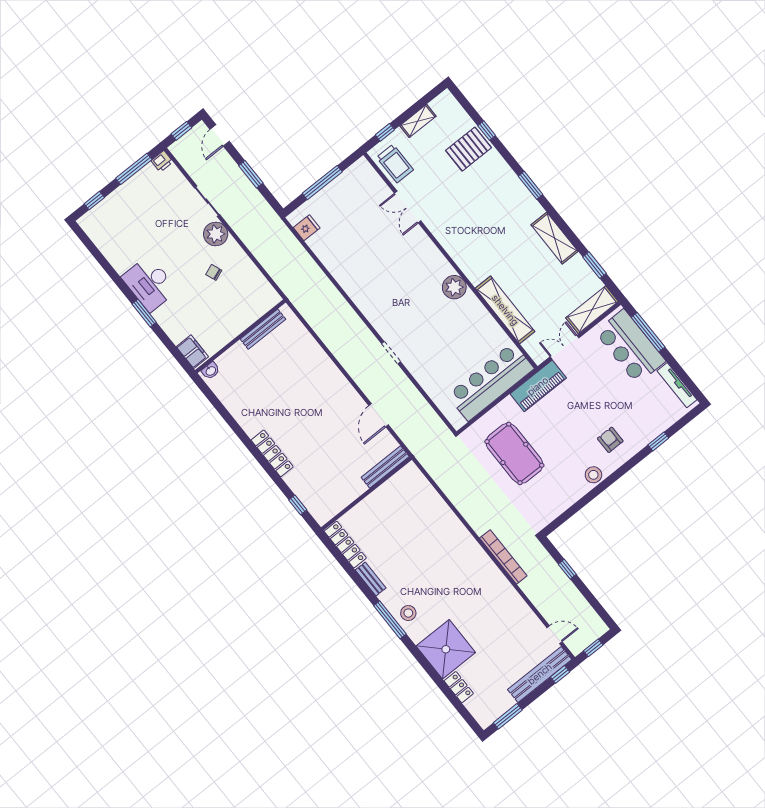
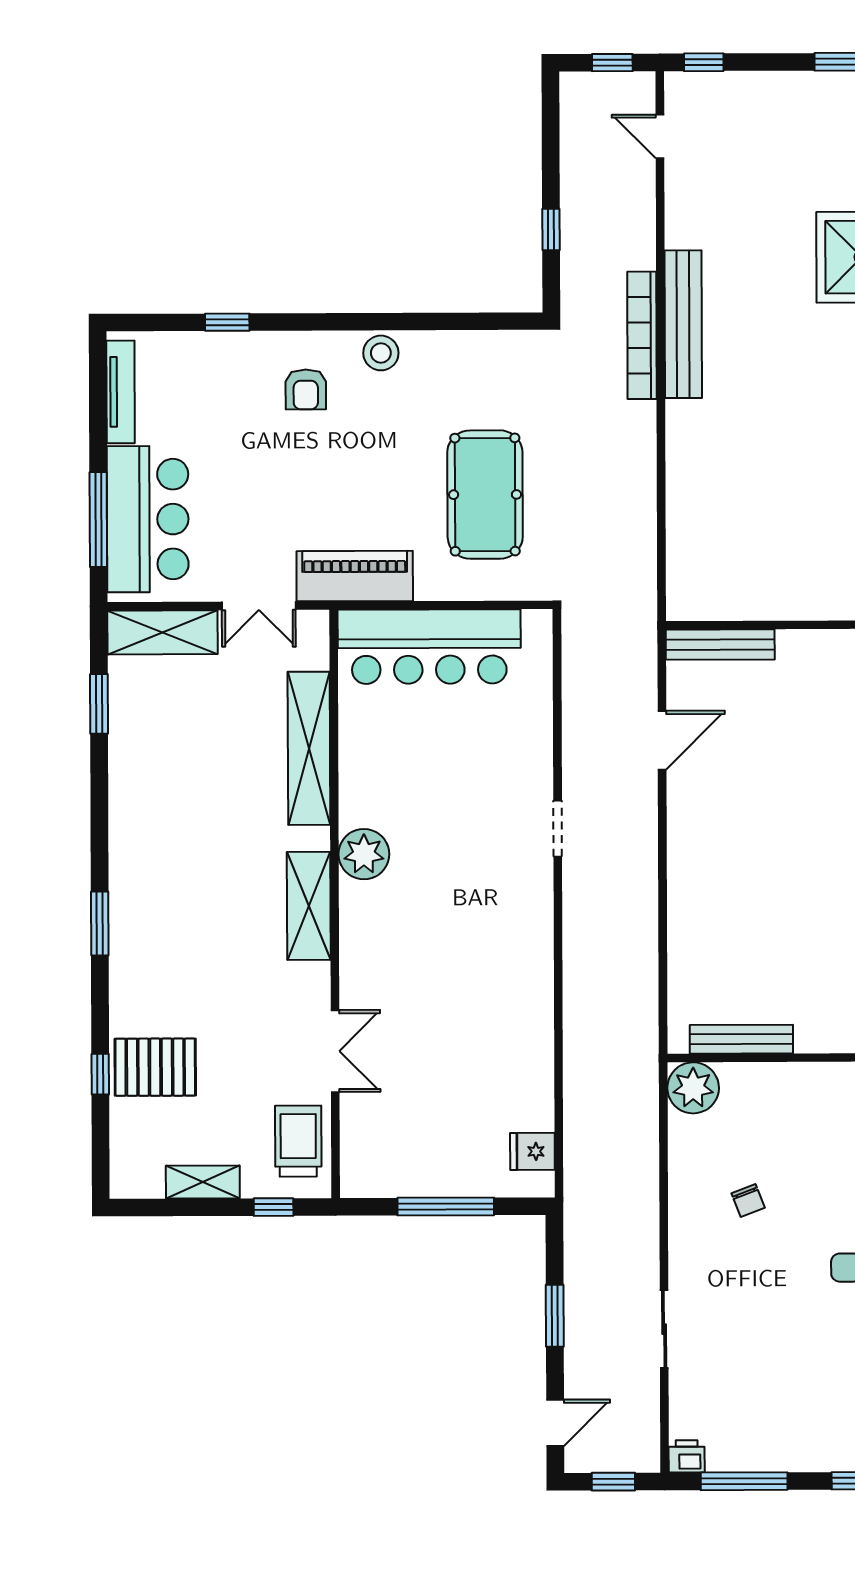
plant: (216, 234) -> (693, 1088), moved
shelving: (555, 238) -> (309, 906), moved
bench: (540, 674) -> (683, 324), moved, turned 90

